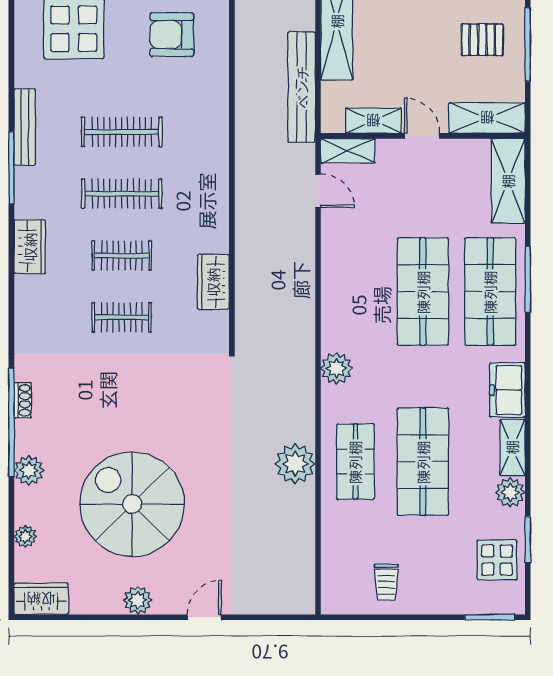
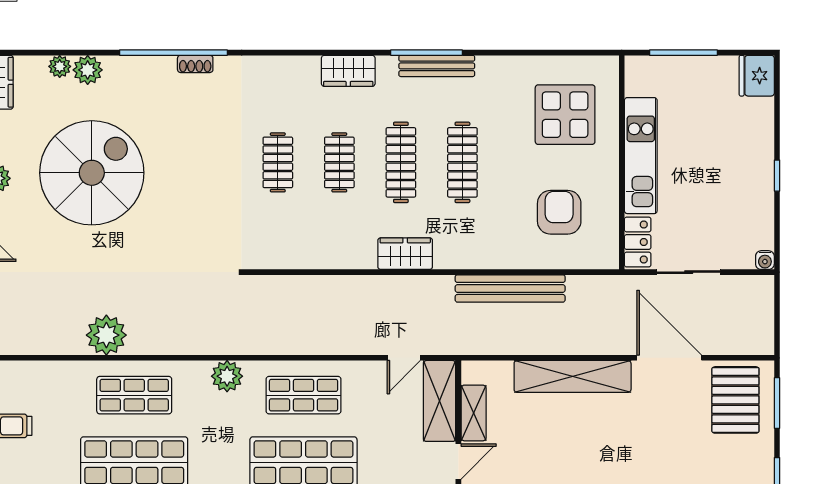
bench: (302, 87) -> (510, 288), moved
bench: (25, 127) -> (437, 66), moved
shelving: (348, 151) -> (440, 401), width x1.50, depth x1.33
wardrobe: (213, 282) -> (405, 254), moved
shop shelf: (355, 292) -> (303, 395), added
plant: (295, 464) -> (106, 335), moved
plant: (29, 470) -> (88, 70), moved

